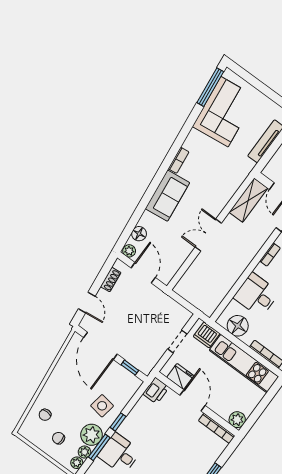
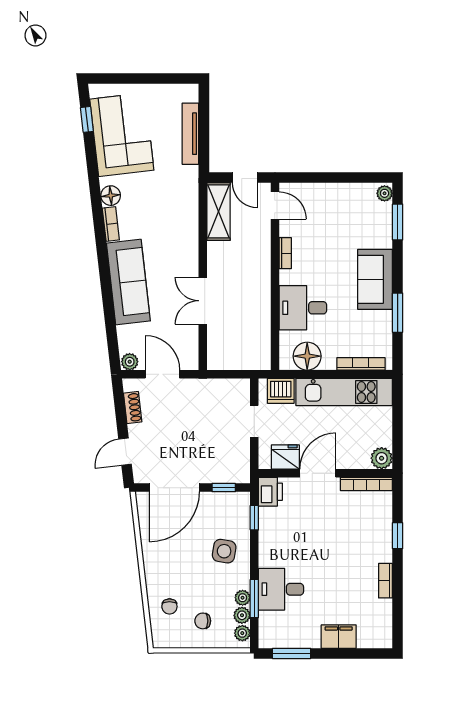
window: (210, 87) -> (87, 119), width x0.46
sofa: (167, 196) -> (128, 282), width x1.36
floor lamp: (139, 234) -> (111, 196), moved
double door: (208, 235) -> (203, 301), moved
door: (87, 303) -> (125, 452), swing flipped
door: (100, 346) -> (174, 488), hinge flipped
door: (192, 400) -> (318, 473), hinge flipped
window: (118, 422) -> (254, 518), moved
plant: (92, 435) -> (243, 598), width x0.53, depth x0.53

